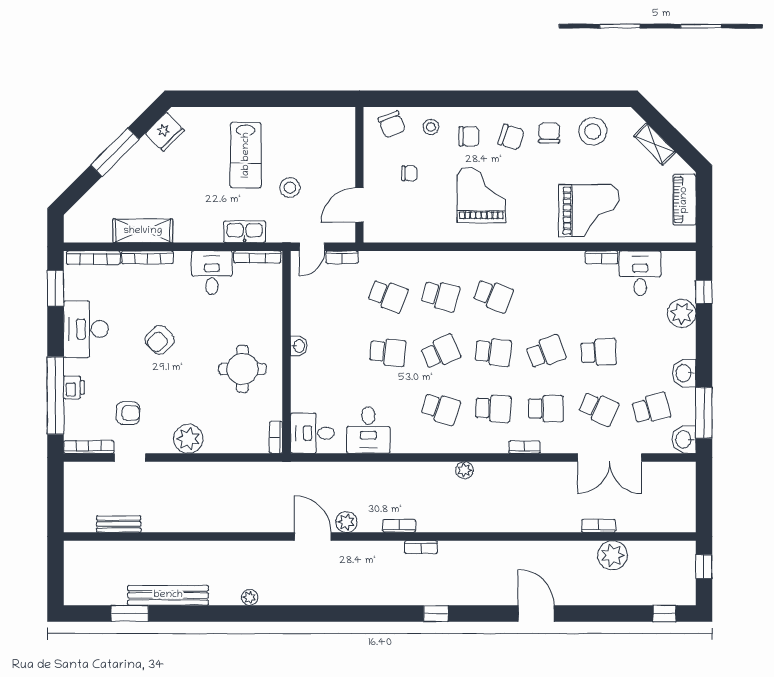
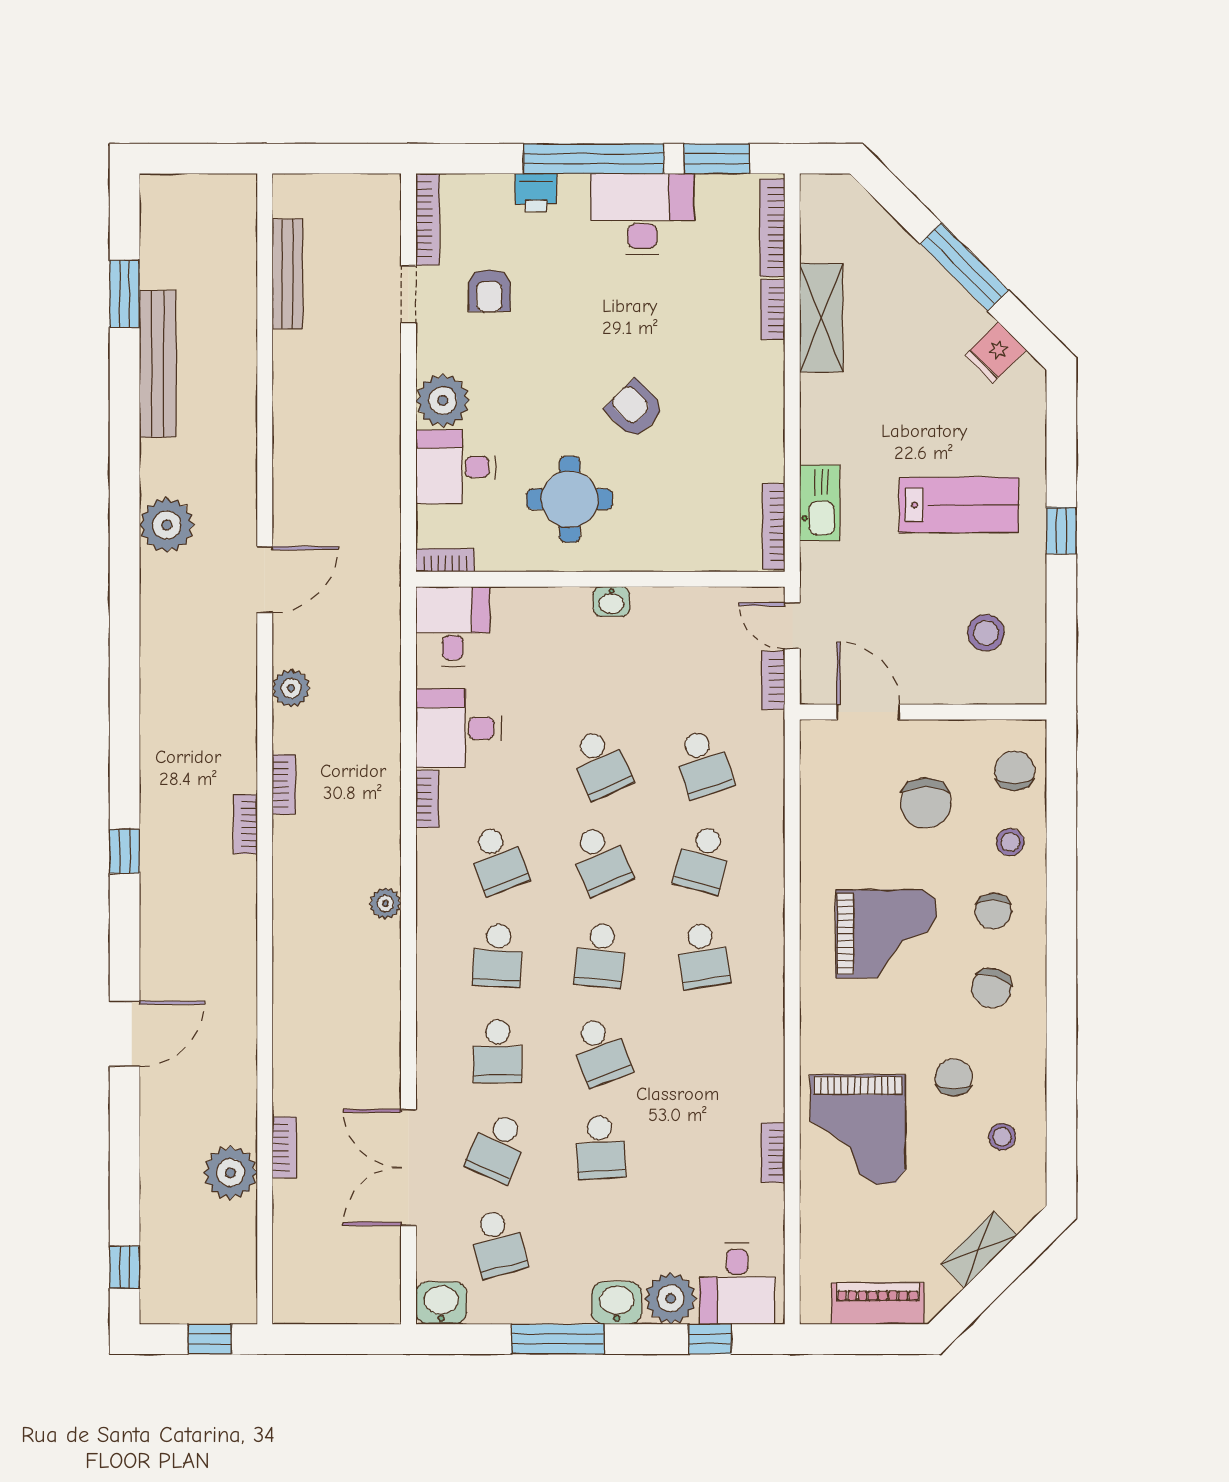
window: (260, 99) -> (1061, 531), added
chair: (392, 124) -> (1015, 771), turned 112
stool: (593, 131) -> (1002, 1137), width x0.53, depth x0.53
fridge: (165, 132) -> (996, 352), width x0.72
chair: (549, 133) -> (954, 1077), moved, turned -90
lab bench: (246, 155) -> (959, 505), turned 180
chair: (409, 173) -> (926, 803), width x1.87, depth x1.87
stool: (290, 188) -> (986, 633), moved
bookcase: (147, 257) -> (773, 309), width x0.64
desk: (212, 273) -> (456, 467), moved, turned 180
desk: (640, 273) -> (737, 1284), moved, turned 90
school desk: (388, 296) -> (703, 764), turned -39
school desk: (493, 296) -> (703, 955), turned -30
armchair: (160, 340) -> (635, 409), moved
school desk: (388, 352) -> (600, 764), turned -30
washbasin: (684, 373) -> (617, 1303), moved
window: (55, 396) -> (594, 159), moved
school desk: (440, 409) -> (498, 859), turned -39
window: (704, 413) -> (558, 1339), moved
bookcase: (524, 447) -> (427, 799), moved
bench: (119, 524) -> (287, 274), width x1.36
door: (313, 537) -> (265, 580), moved
plant: (250, 597) -> (167, 525), width x1.87, depth x1.87

